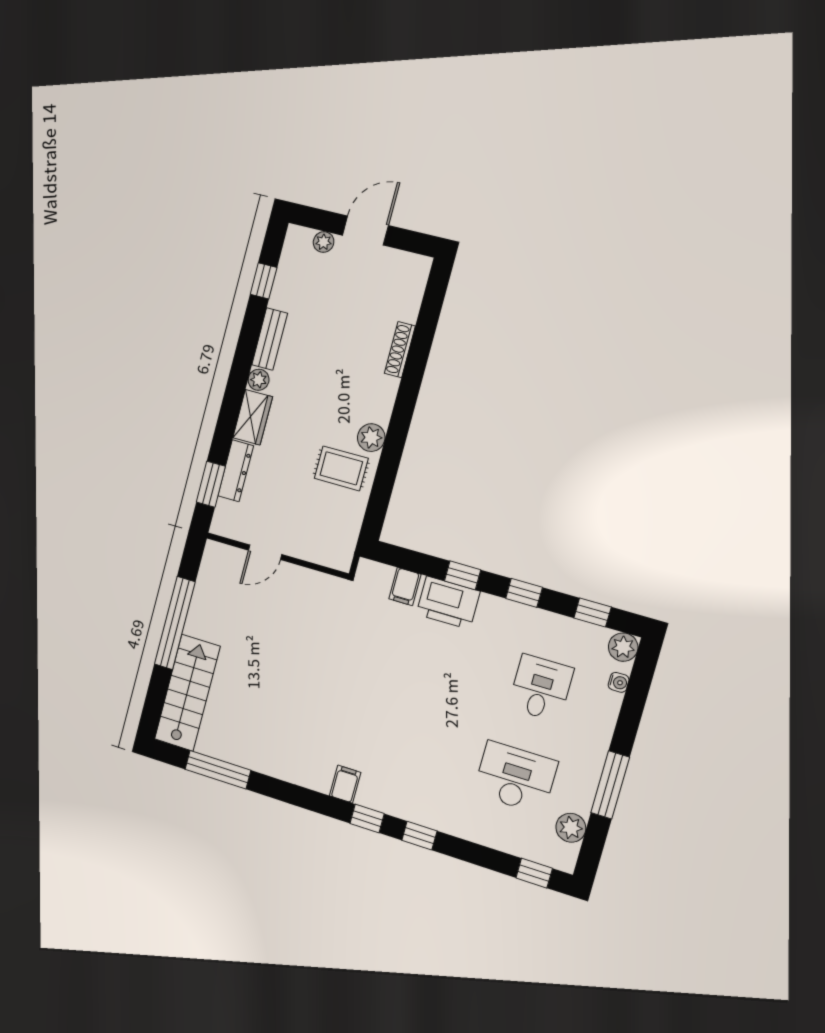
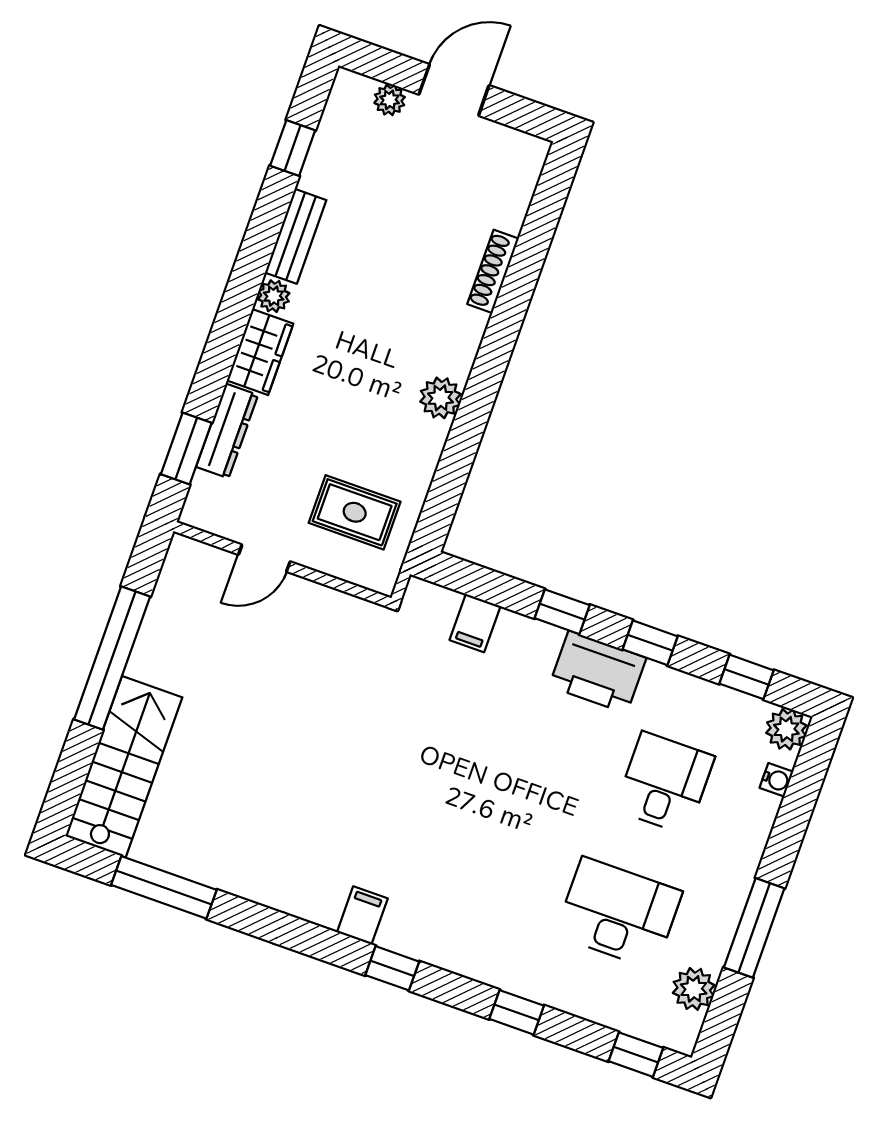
rug: (341, 468) -> (355, 512), moved
printer: (448, 603) -> (598, 672), moved
window: (419, 836) -> (517, 1012), moved

